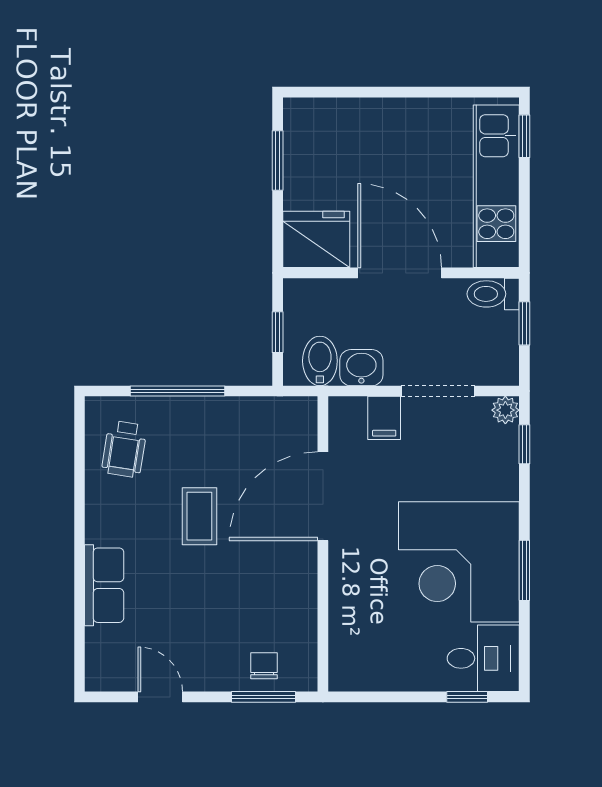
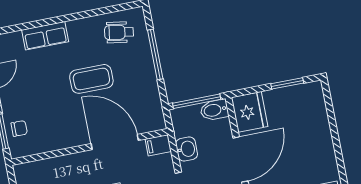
window: (278, 332) -> (197, 101), width x2.17
bidet: (320, 361) -> (214, 110), moved, turned 180
filing cabinet: (384, 418) -> (158, 145), moved
coffee table: (199, 516) -> (91, 79), width x1.36, depth x1.30

